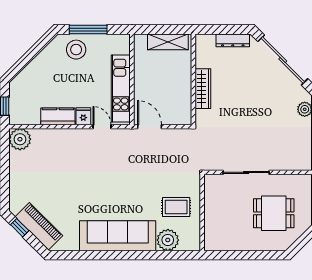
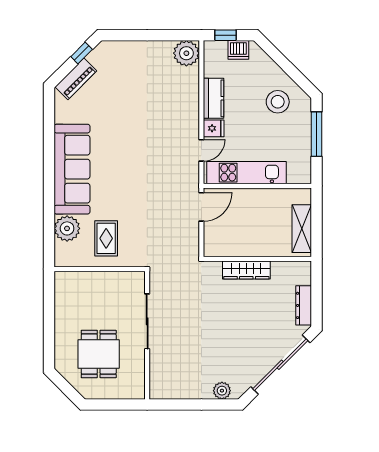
stool: (76, 50) -> (278, 102), moved
dishwasher: (17, 95) -> (238, 50), added
piano: (39, 226) -> (76, 79), width x0.73, depth x0.75

